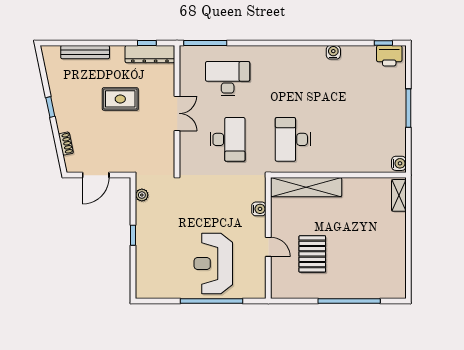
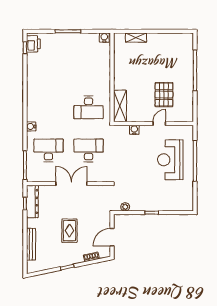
water cooler: (333, 52) -> (31, 126), moved
desk: (228, 79) -> (48, 150), turned 90
rug: (120, 99) -> (69, 231), moved
double door: (177, 113) -> (71, 184), width x1.37
door: (96, 175) -> (112, 237), swing flipped
shelving: (306, 187) -> (120, 106), width x0.68
shelving: (399, 195) -> (136, 38), moved
pallet: (312, 254) -> (164, 95), turned 90
reception desk: (213, 264) -> (170, 160), turned 90

